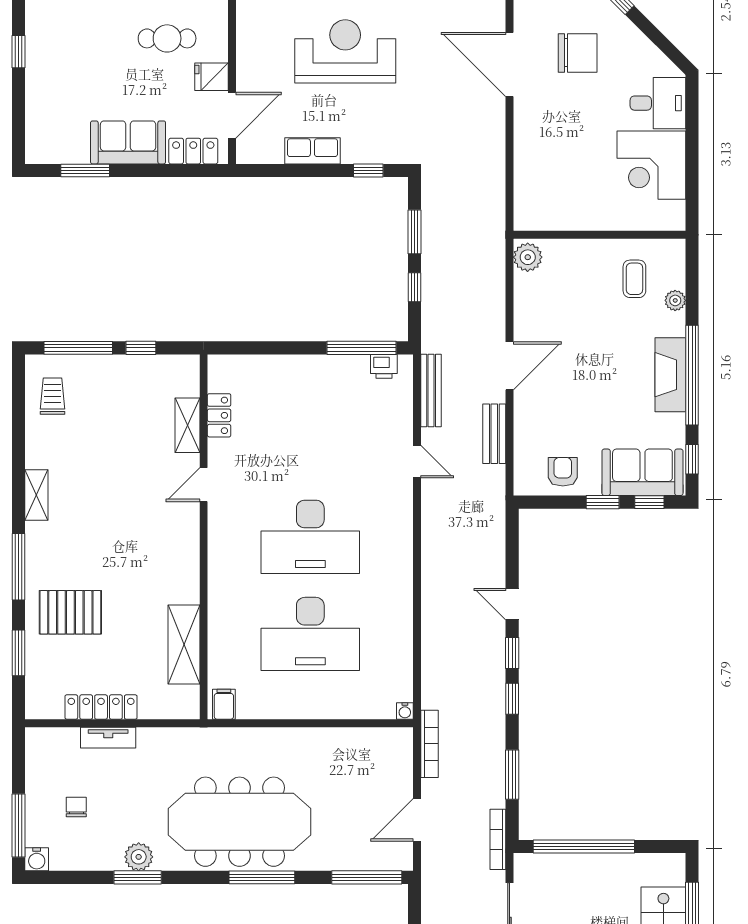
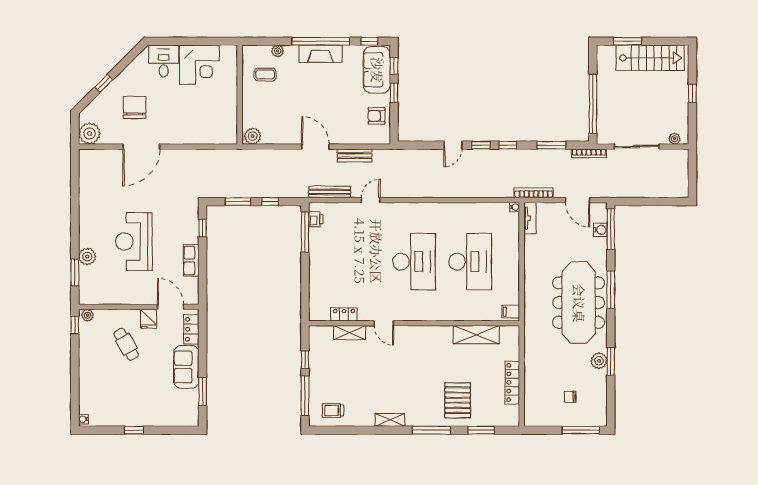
cafe table: (167, 38) -> (126, 344), turned -30
tv unit: (108, 738) -> (530, 218), moved
water cooler: (37, 859) -> (600, 230), moved

